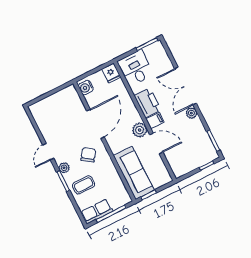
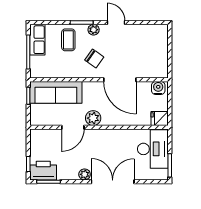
desk: (136, 68) -> (153, 149), width x1.37
printer: (148, 103) -> (43, 171), moved, turned 180
filing cabinet: (155, 121) -> (95, 137), removed

